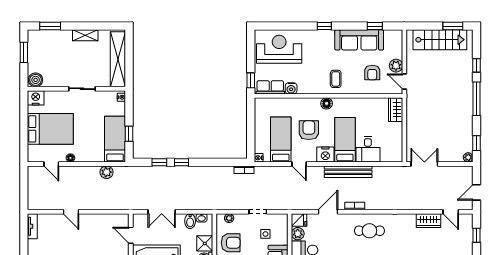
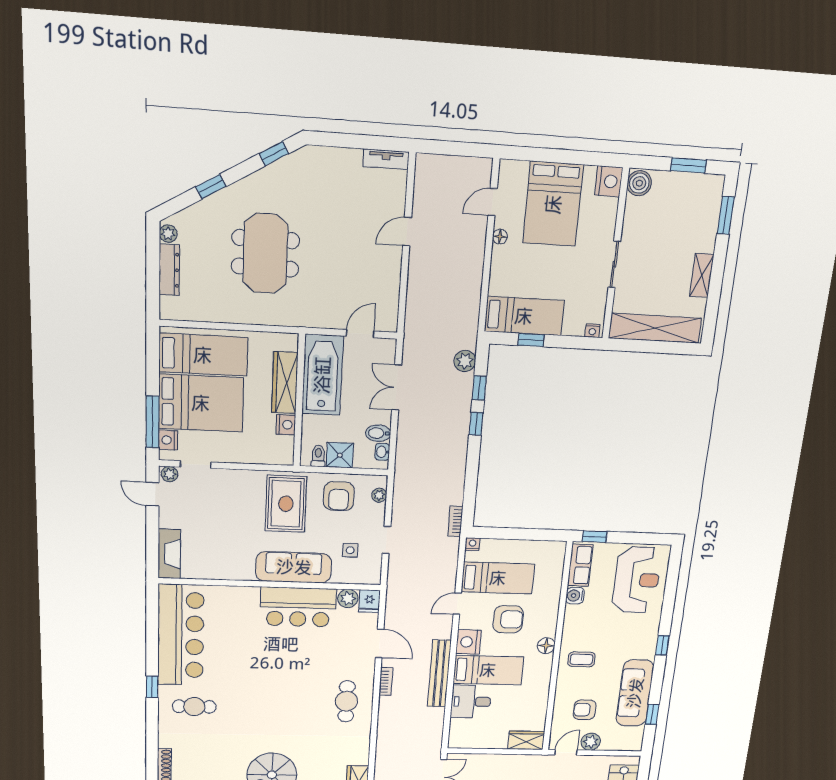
plant: (107, 172) -> (465, 361), moved

